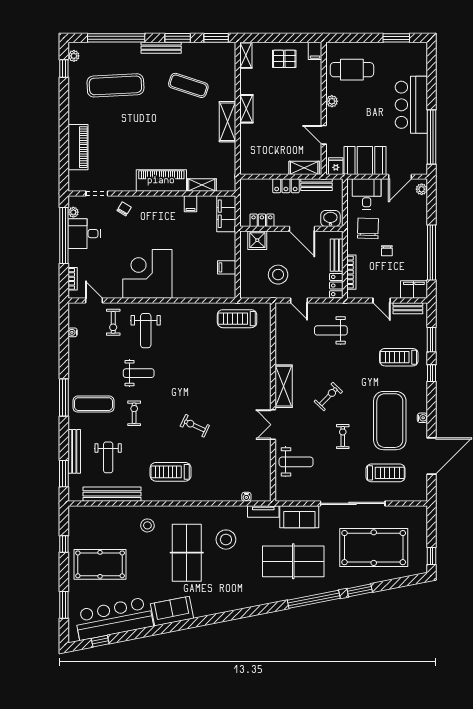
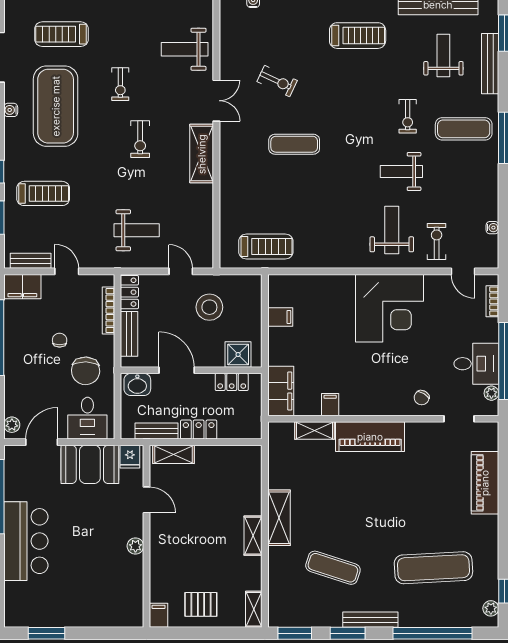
cafe table: (352, 70) -> (108, 589), removed
exercise mat: (217, 393) -> (294, 144), added
exercise bike: (328, 397) -> (140, 139), turned -44
exercise bike: (195, 426) -> (277, 81), moved

